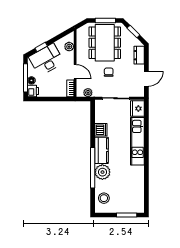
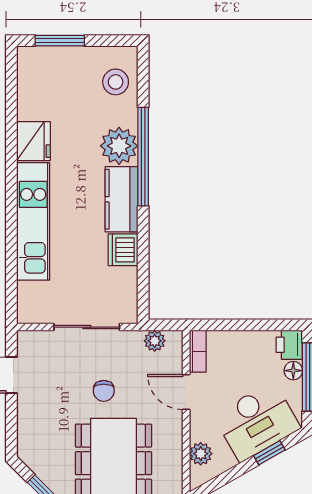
dresser: (139, 55) -> (29, 433), removed
fridge: (137, 109) -> (33, 141), moved

